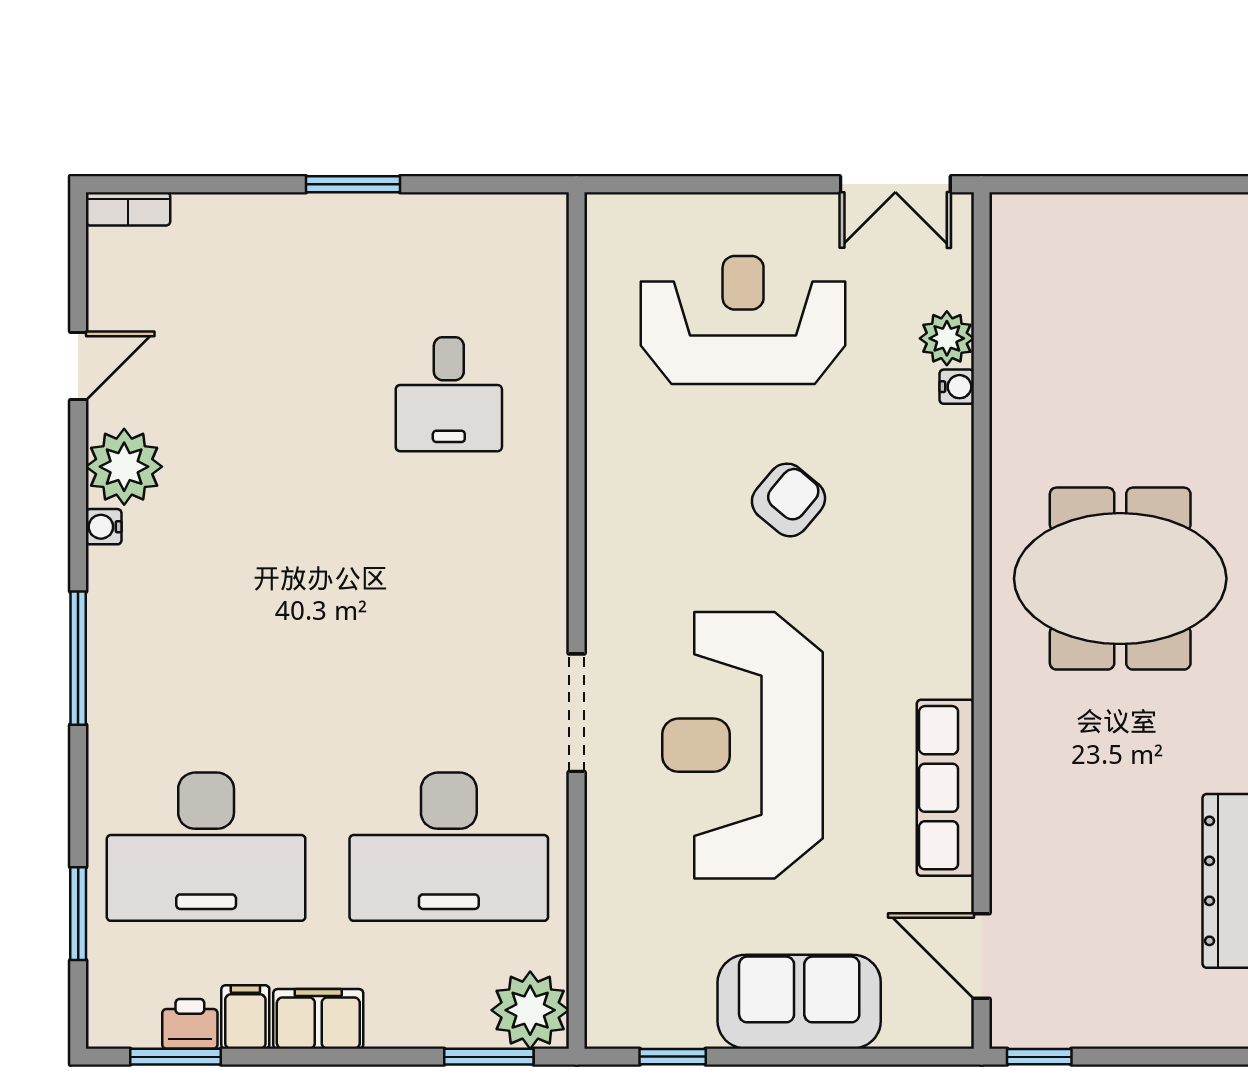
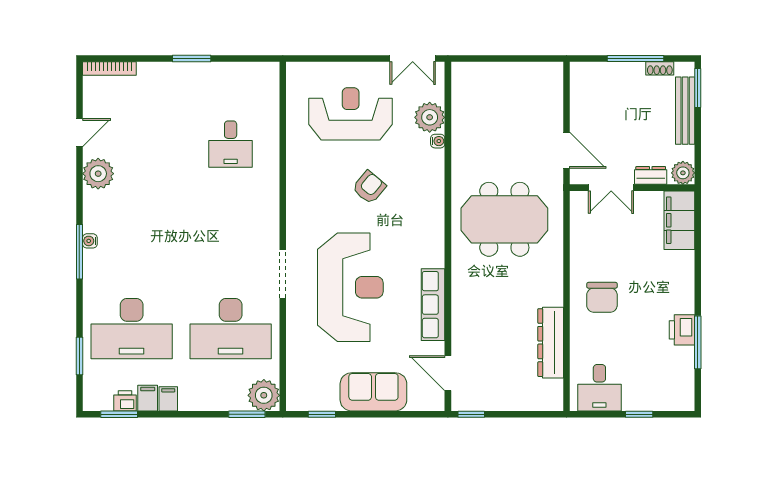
bookcase: (128, 209) -> (109, 69), width x1.56
plant: (947, 338) -> (430, 117), width x1.36, depth x1.36
water cooler: (104, 527) -> (90, 241), moved
reception desk: (742, 745) -> (350, 287), turned 180
filing cabinet: (318, 1019) -> (168, 399), width x0.50

